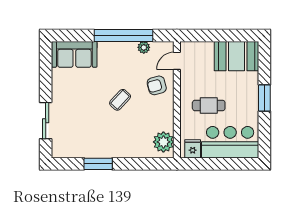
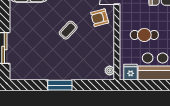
plant: (163, 142) -> (110, 70), width x0.53, depth x0.53
window: (98, 164) -> (60, 85), moved

